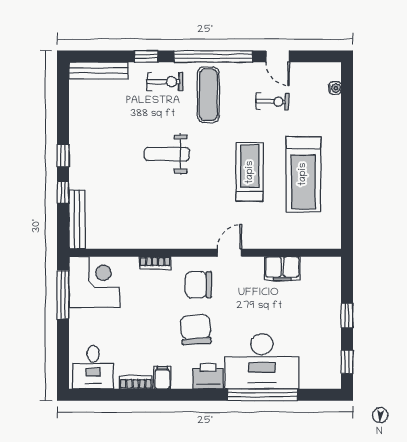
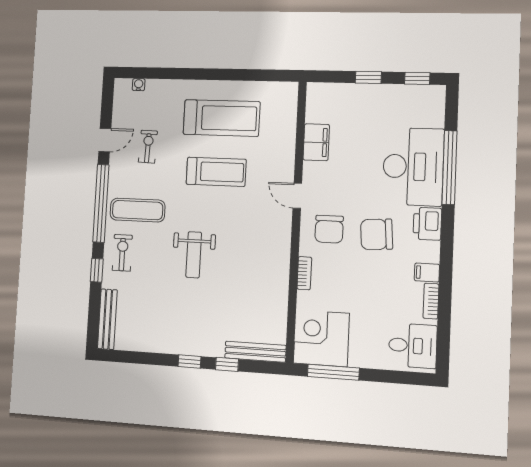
treadmill: (250, 172) -> (216, 172), turned 180

